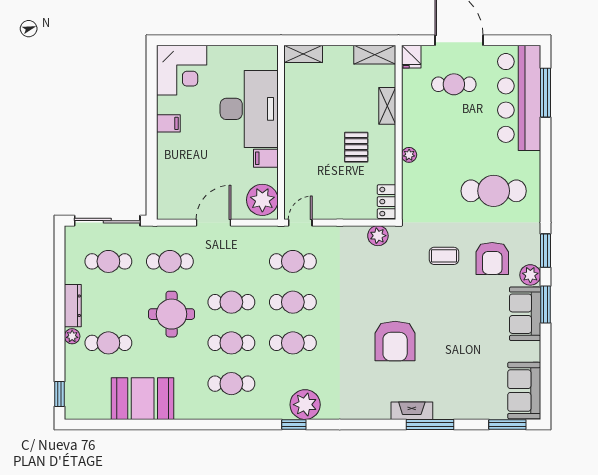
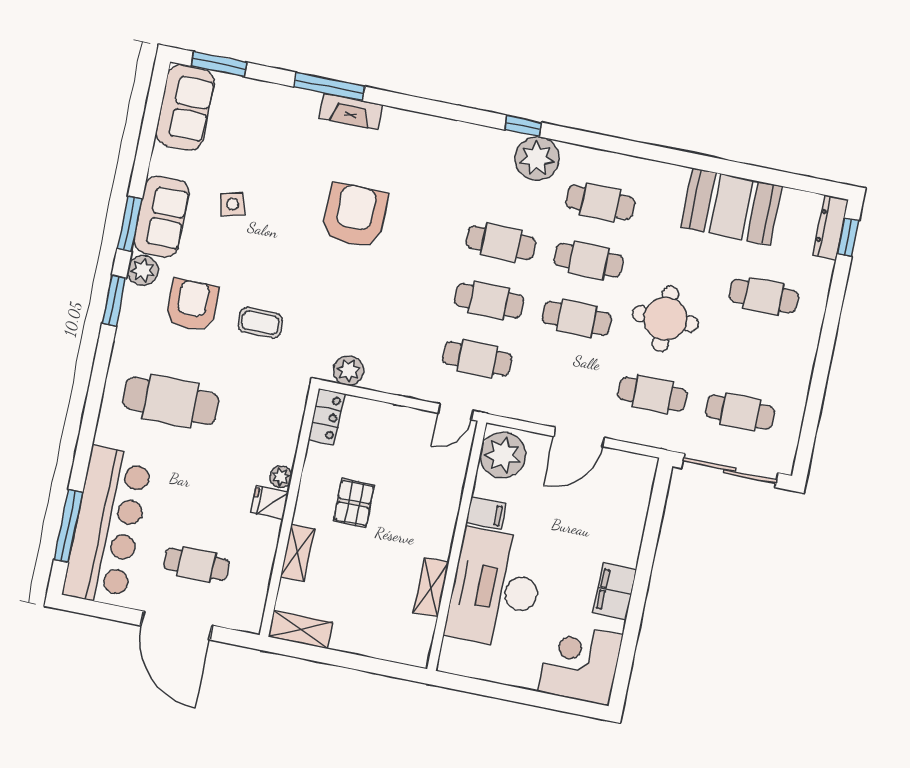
shelving: (303, 54) -> (431, 587), moved, turned 90
fridge: (411, 57) -> (270, 502), moved, turned -90
filing cabinet: (168, 123) -> (615, 591), width x2.00
dresser: (73, 306) -> (831, 227), moved
side table: (479, 332) -> (232, 204), added
plant: (72, 336) -> (813, 316), removed
plant: (305, 405) -> (537, 158), moved

